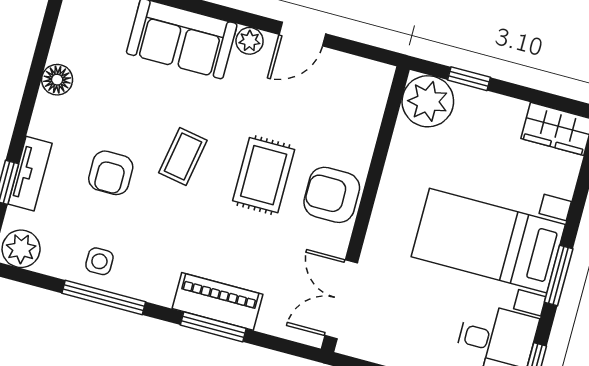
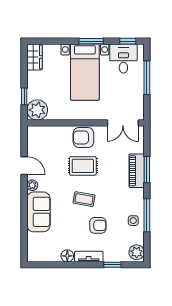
tv unit: (30, 174) -> (89, 257), moved
armchair: (332, 195) -> (83, 137), turned 90

